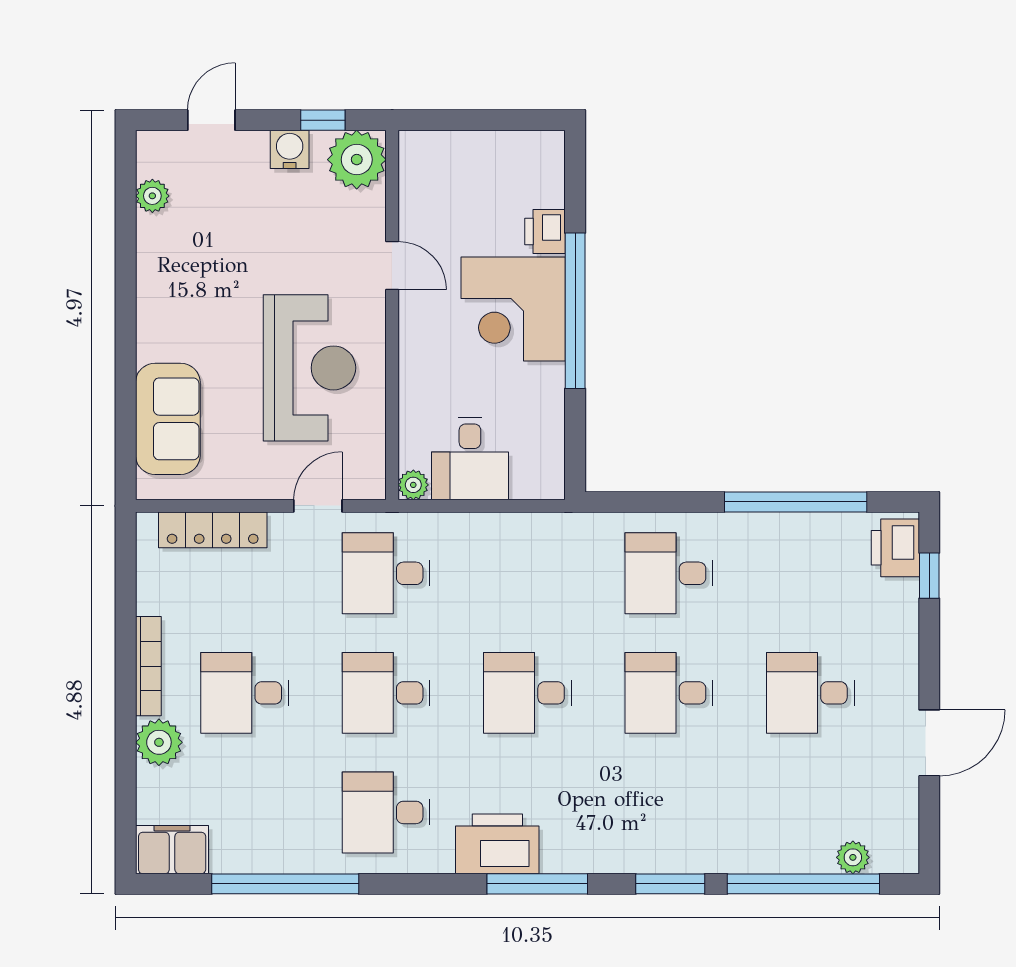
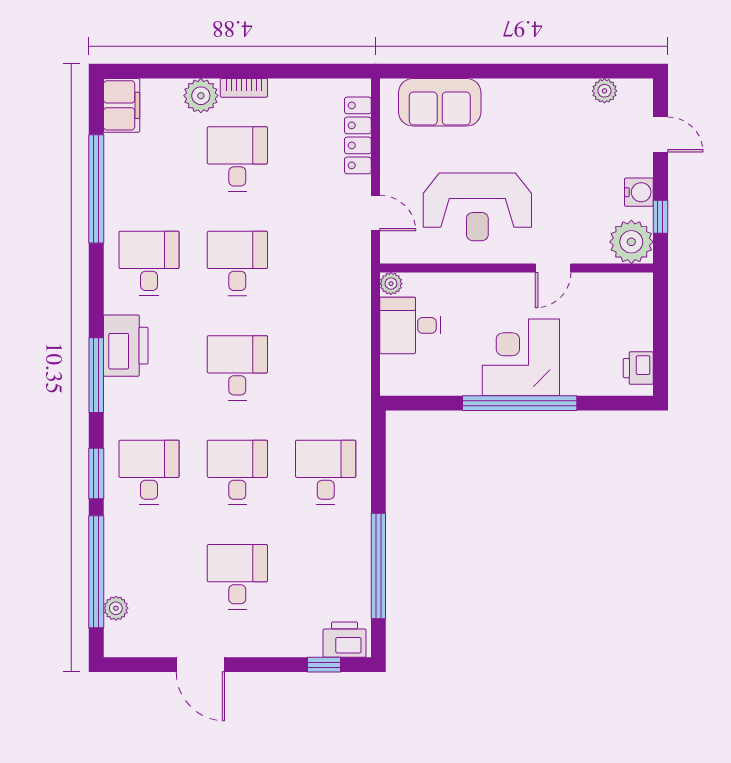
printer: (545, 231) -> (638, 368), moved, turned -90
desk: (386, 573) -> (149, 472), moved
bookcase: (148, 666) -> (244, 88), width x0.64

